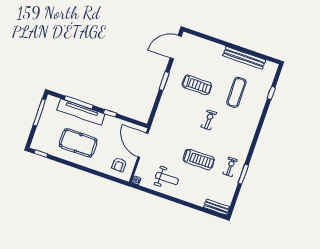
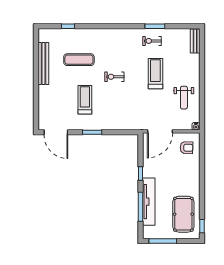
pool table: (78, 143) -> (183, 214), moved
weight bench: (167, 178) -> (184, 98), turned 180

